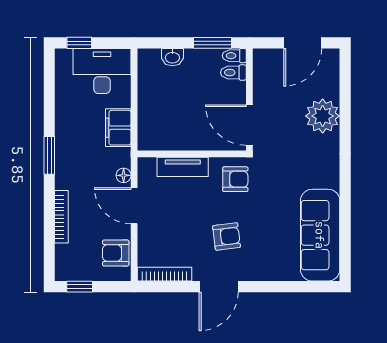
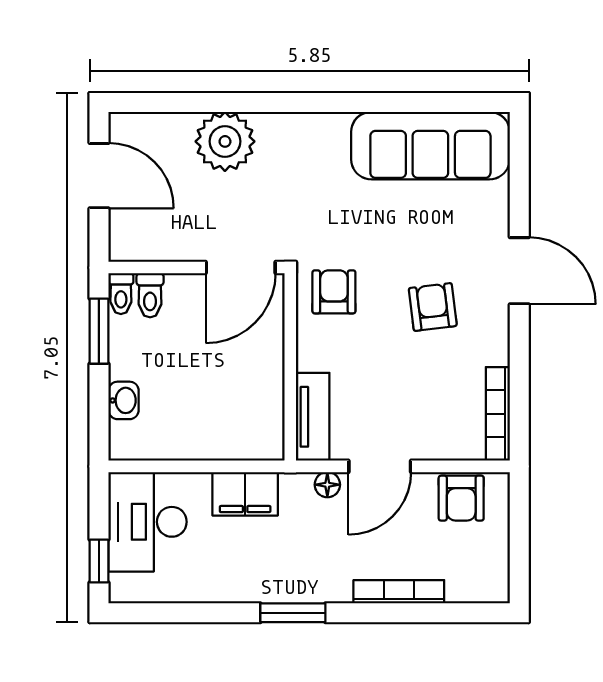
tv unit: (183, 167) -> (313, 417), moved
window: (80, 287) -> (519, 560), removed
door: (219, 287) -> (519, 271), moved

